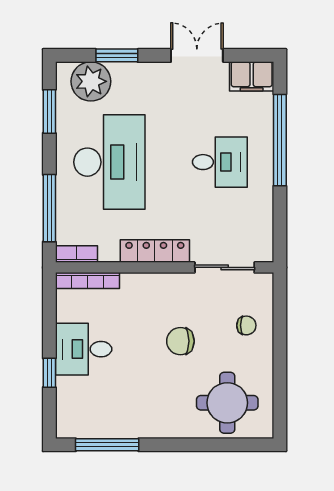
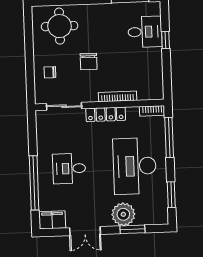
plant: (91, 81) -> (123, 214), moved
bookcase: (87, 281) -> (118, 96), moved
chair: (180, 341) -> (89, 62), turned 90
desk: (84, 349) -> (145, 32), moved

